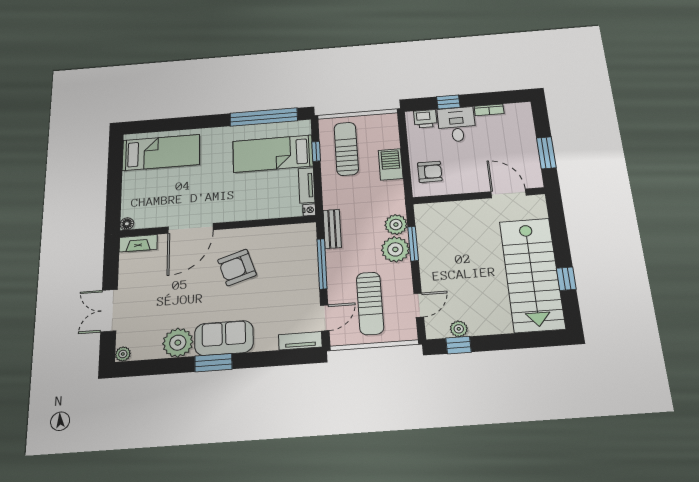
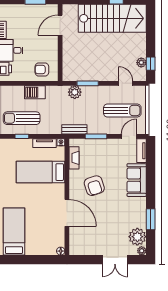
bed: (273, 154) -> (41, 172), moved, turned 90
armchair: (430, 172) -> (42, 69), turned -90
fireplace: (138, 243) -> (74, 158), moved
plant: (395, 249) -> (90, 94), removed
window: (322, 264) -> (96, 136), width x0.69
door: (325, 318) -> (129, 136), hinge flipped
sofa: (224, 338) -> (137, 180), moved
plant: (178, 343) -> (137, 237), moved
window: (213, 363) -> (151, 219), moved

